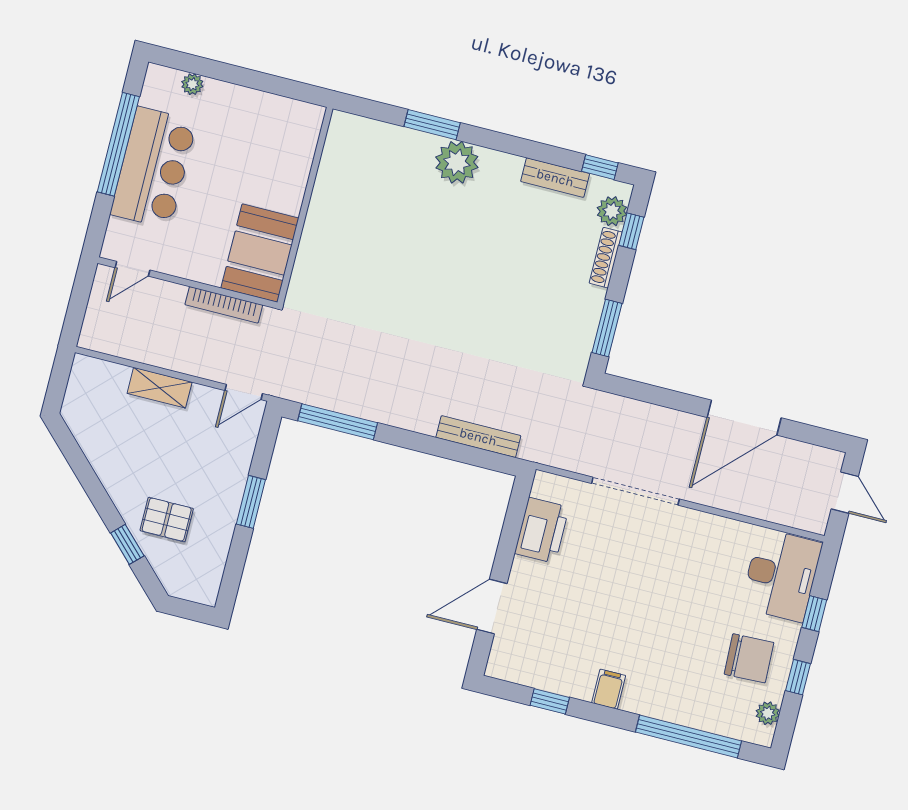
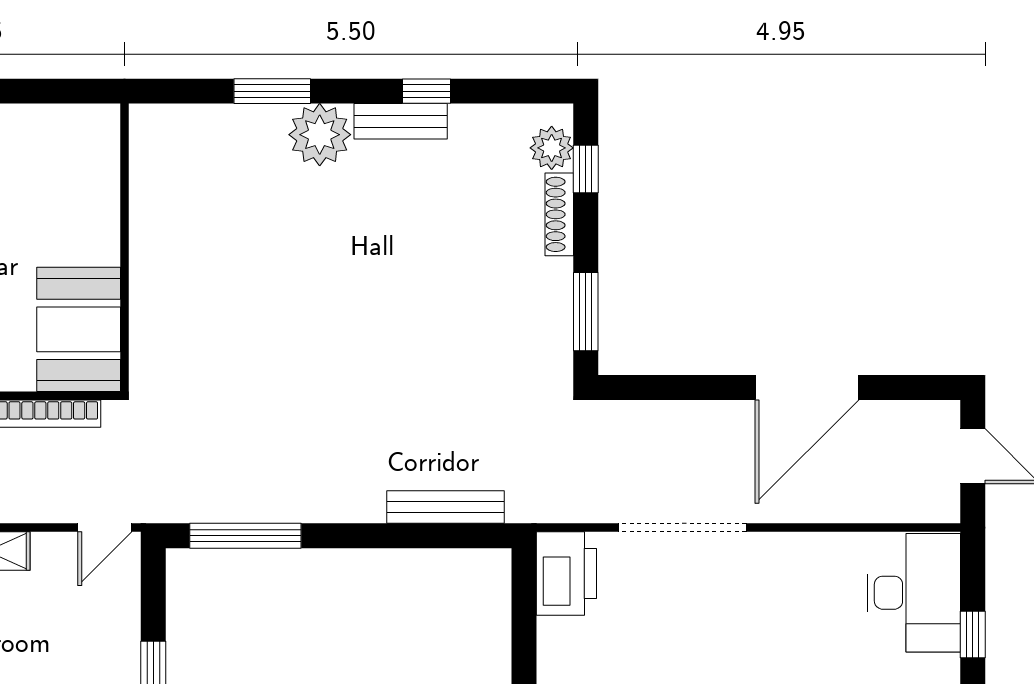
window: (600, 167) -> (426, 91), moved
bench: (555, 178) -> (401, 121), moved
printer: (542, 530) -> (566, 574), moved

